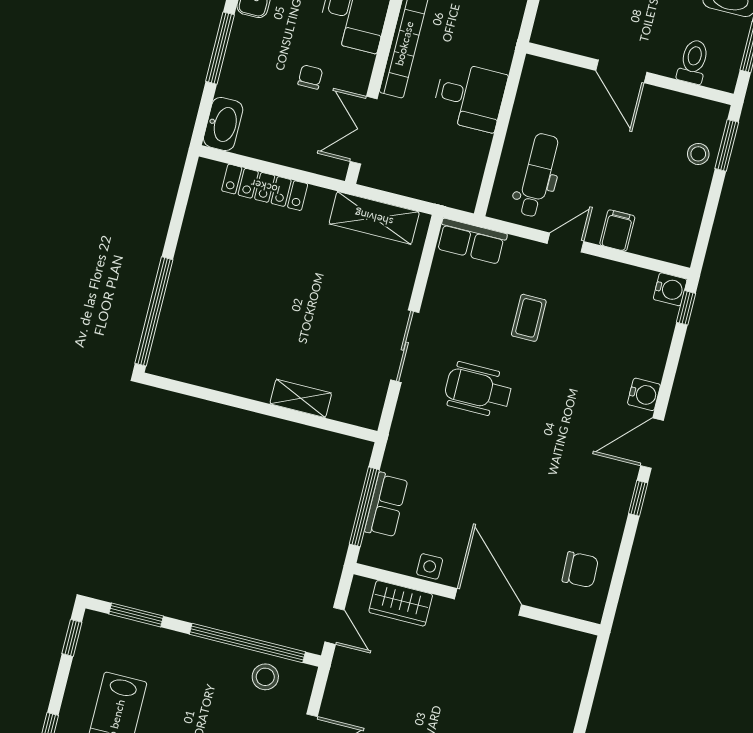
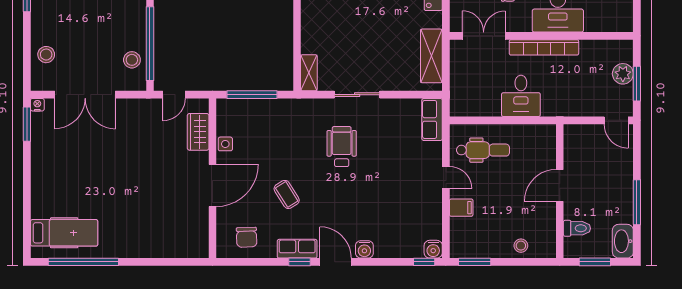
window: (727, 145) -> (475, 262), moved
coffee table: (529, 318) -> (287, 194), moved, turned 58
shelving: (301, 398) -> (309, 73), moved
row of seats: (386, 505) -> (297, 249), moved, turned 180

